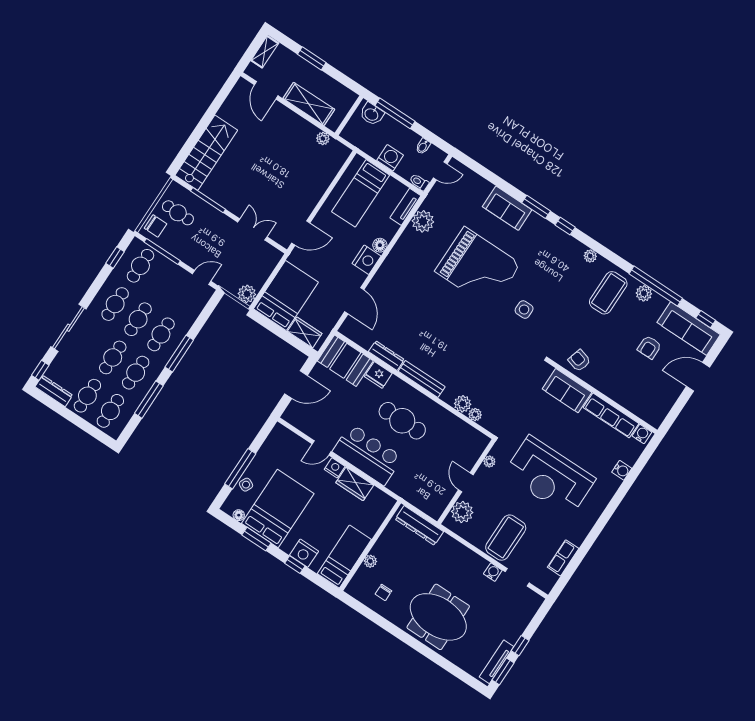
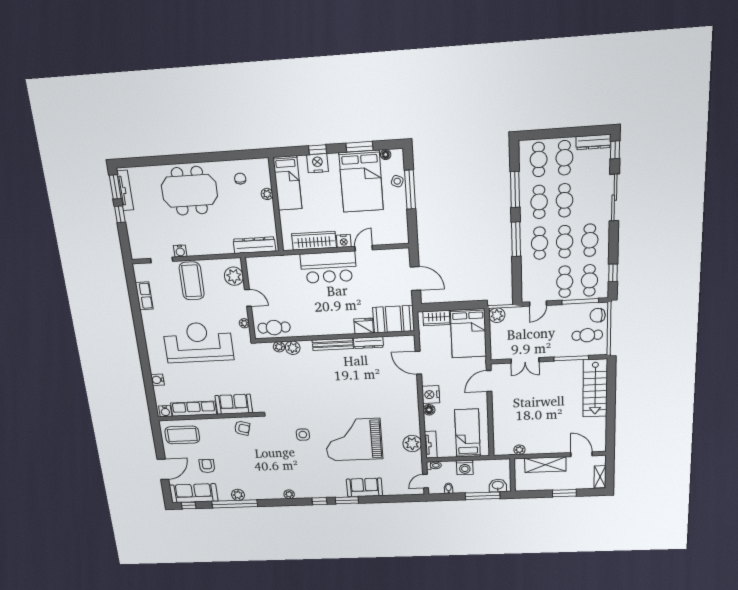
cafe table: (163, 281) -> (565, 282), added
coffee table: (608, 293) -> (182, 435), moved, turned 90
door: (296, 385) -> (415, 279), swing flipped
cafe table: (402, 421) -> (274, 328), moved, width x0.73, depth x0.74
wardrobe: (355, 484) -> (314, 241), width x1.50

